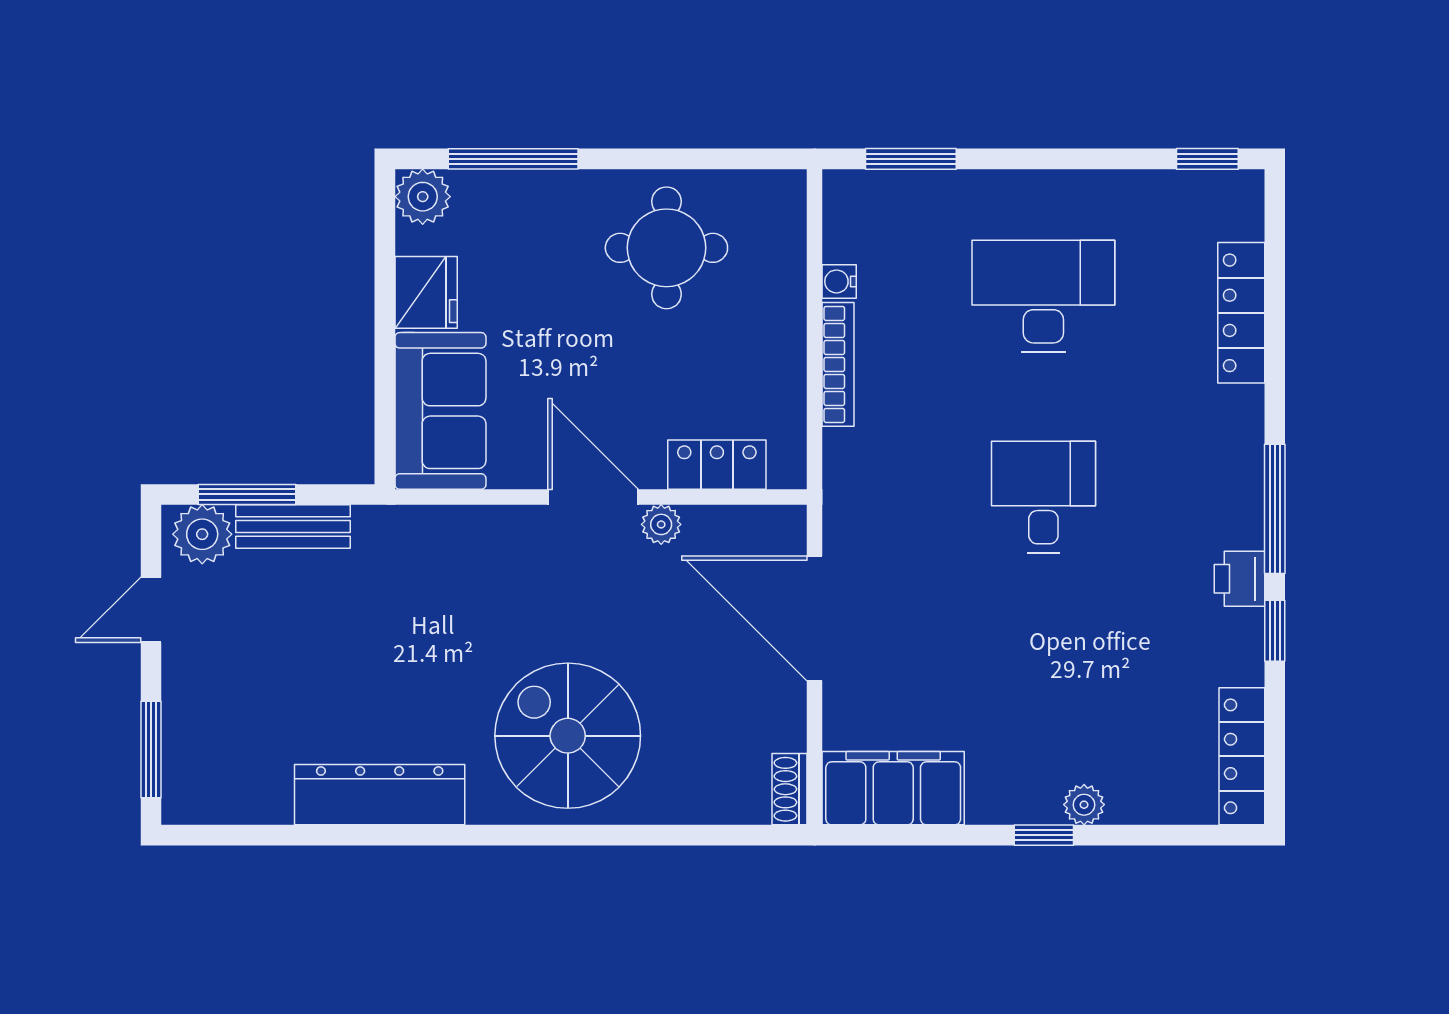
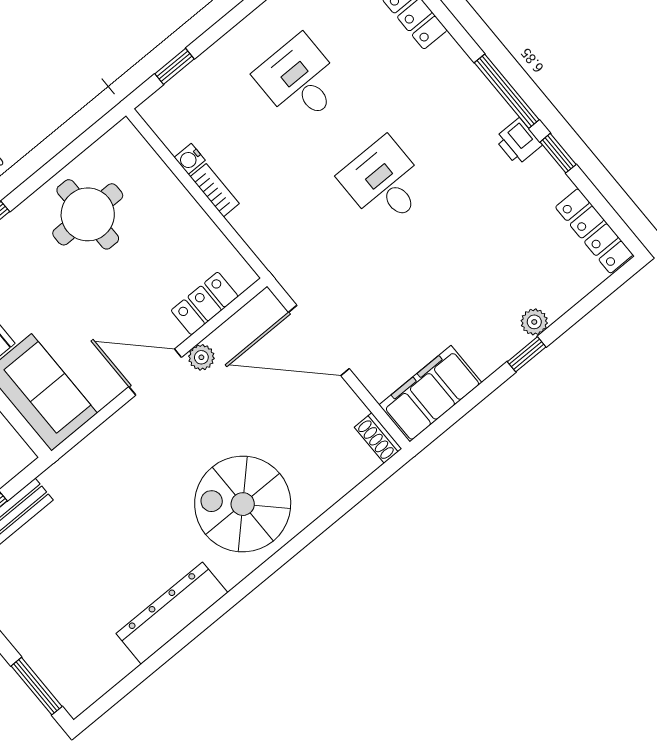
window: (911, 159) -> (175, 66), width x0.67
desk: (1043, 296) -> (300, 80), width x0.73
bookcase: (838, 364) -> (215, 190), width x0.64

